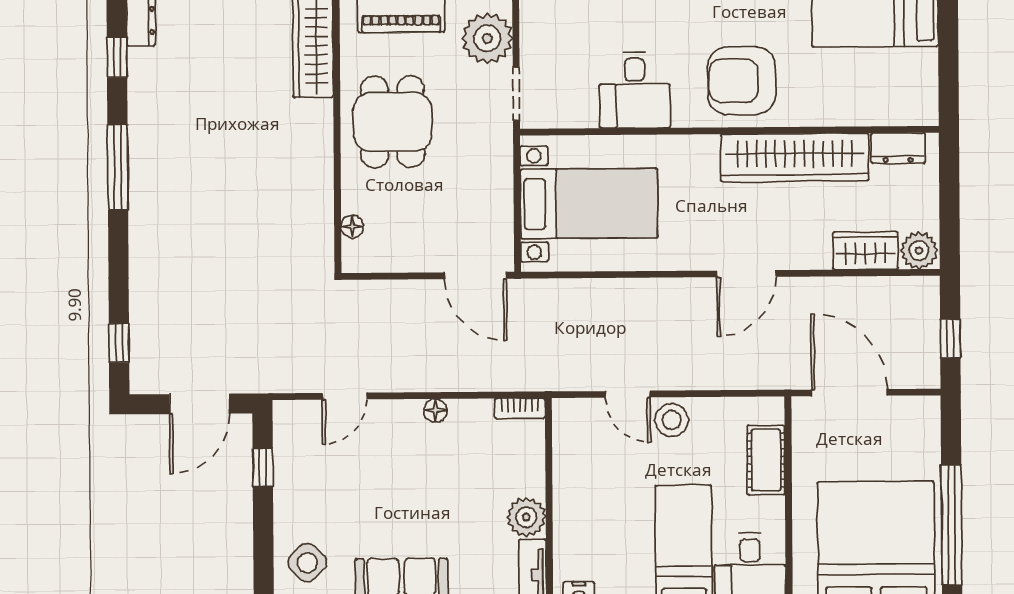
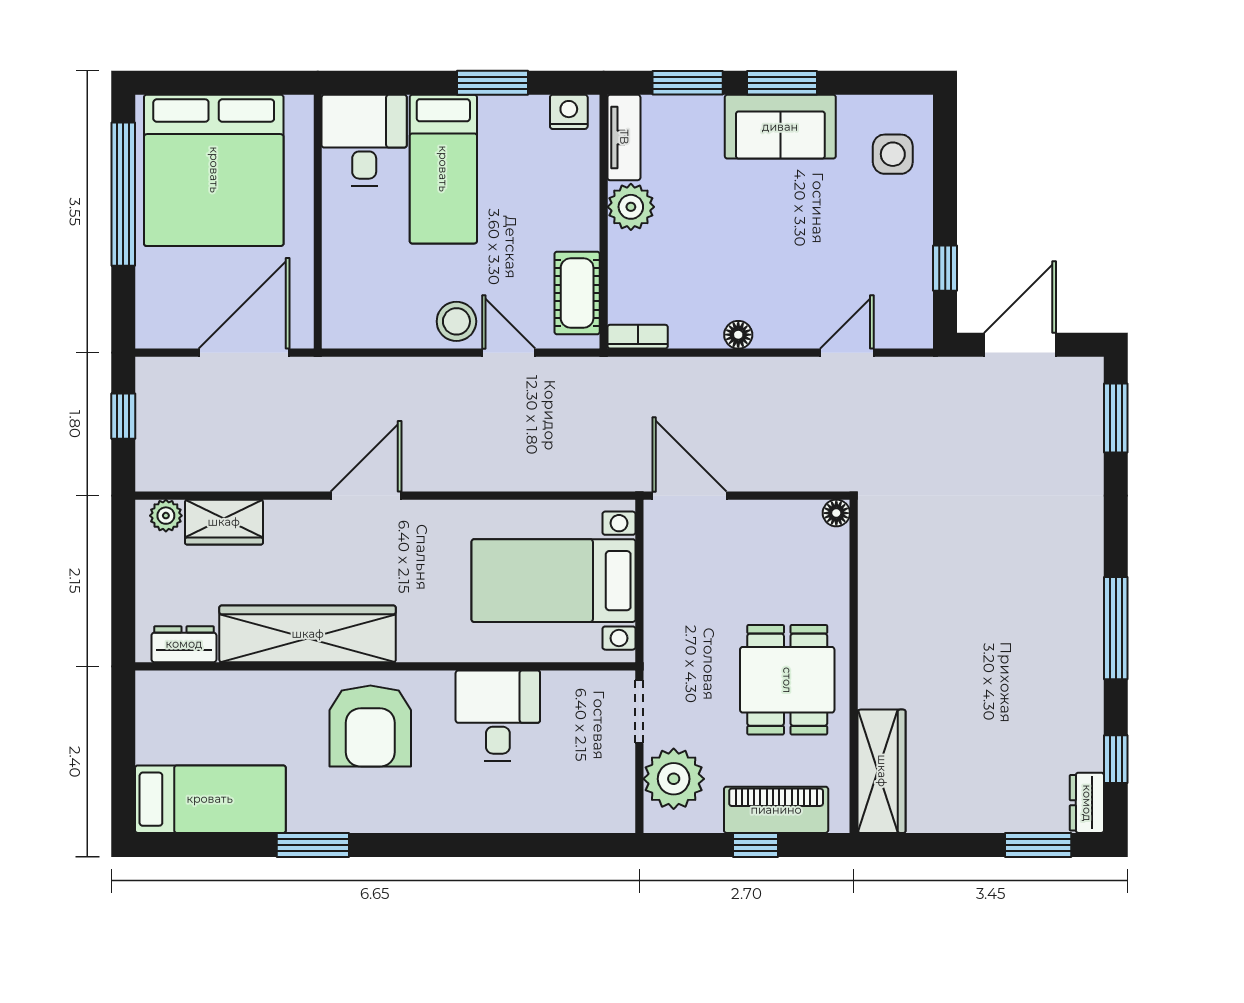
armchair: (742, 81) -> (370, 726), turned 90
floor lamp: (352, 227) -> (836, 513), moved
plant: (919, 251) -> (166, 516), width x0.73, depth x0.73
window: (119, 343) -> (1116, 418), width x1.50
door: (849, 393) -> (244, 353), swing flipped
cot: (766, 460) -> (577, 293), moved
side table: (307, 563) -> (893, 154), turned 45

